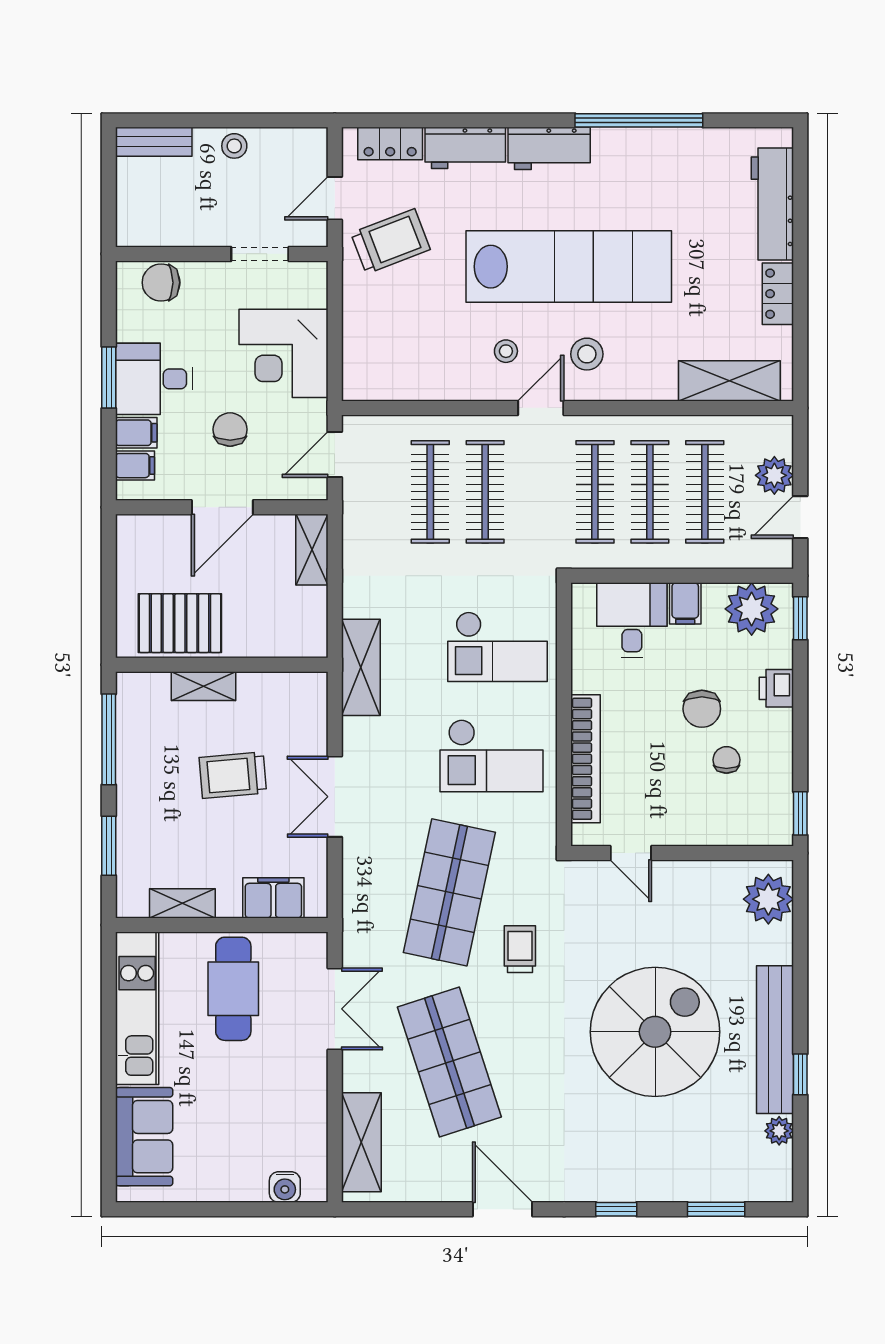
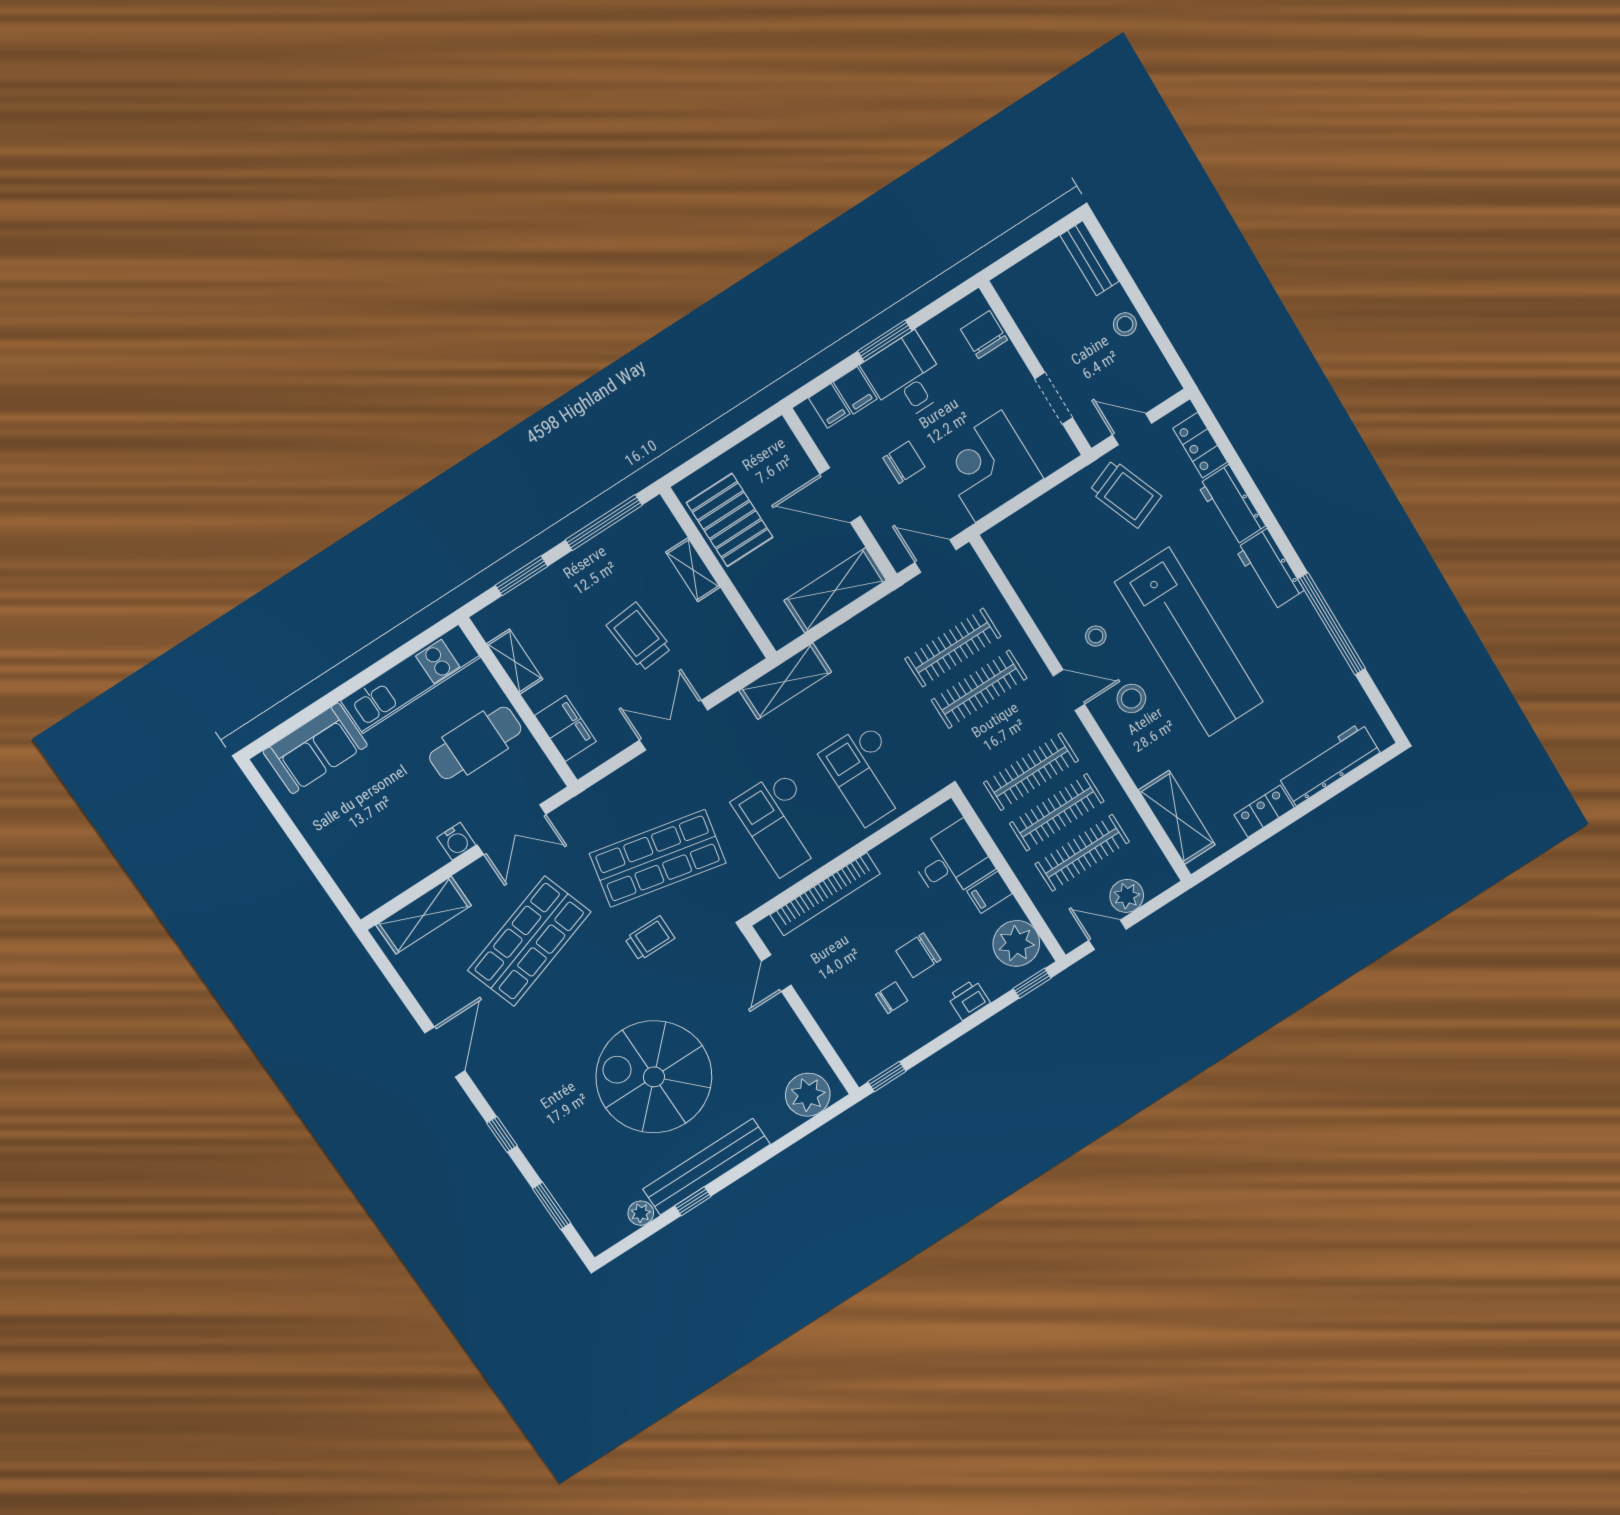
shelving: (312, 550) -> (835, 590), width x1.50, depth x1.33
spiral stairs: (655, 1032) -> (654, 1077), turned 180
water cooler: (285, 1187) -> (456, 841), moved, turned -90

